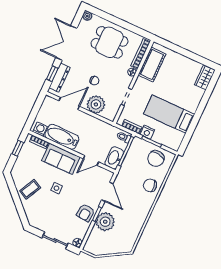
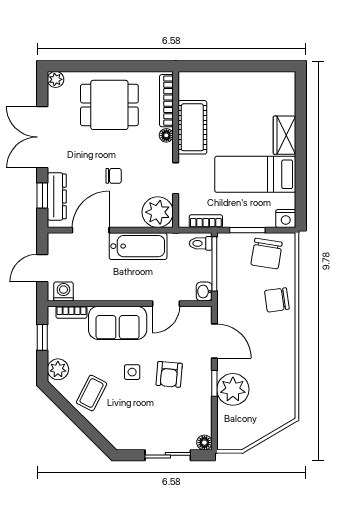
cot: (152, 65) -> (192, 127), moved
wardrobe: (205, 77) -> (284, 135), moved
plant: (96, 104) -> (158, 212), moved
door: (35, 112) -> (42, 268), added
nightstand: (147, 132) -> (286, 219), moved
bathtub: (62, 137) -> (138, 246), moved, turned 180
washbasin: (114, 158) -> (204, 291), width x0.52, depth x0.69
plant: (18, 169) -> (58, 369), added
armchair: (86, 213) -> (169, 374), moved

